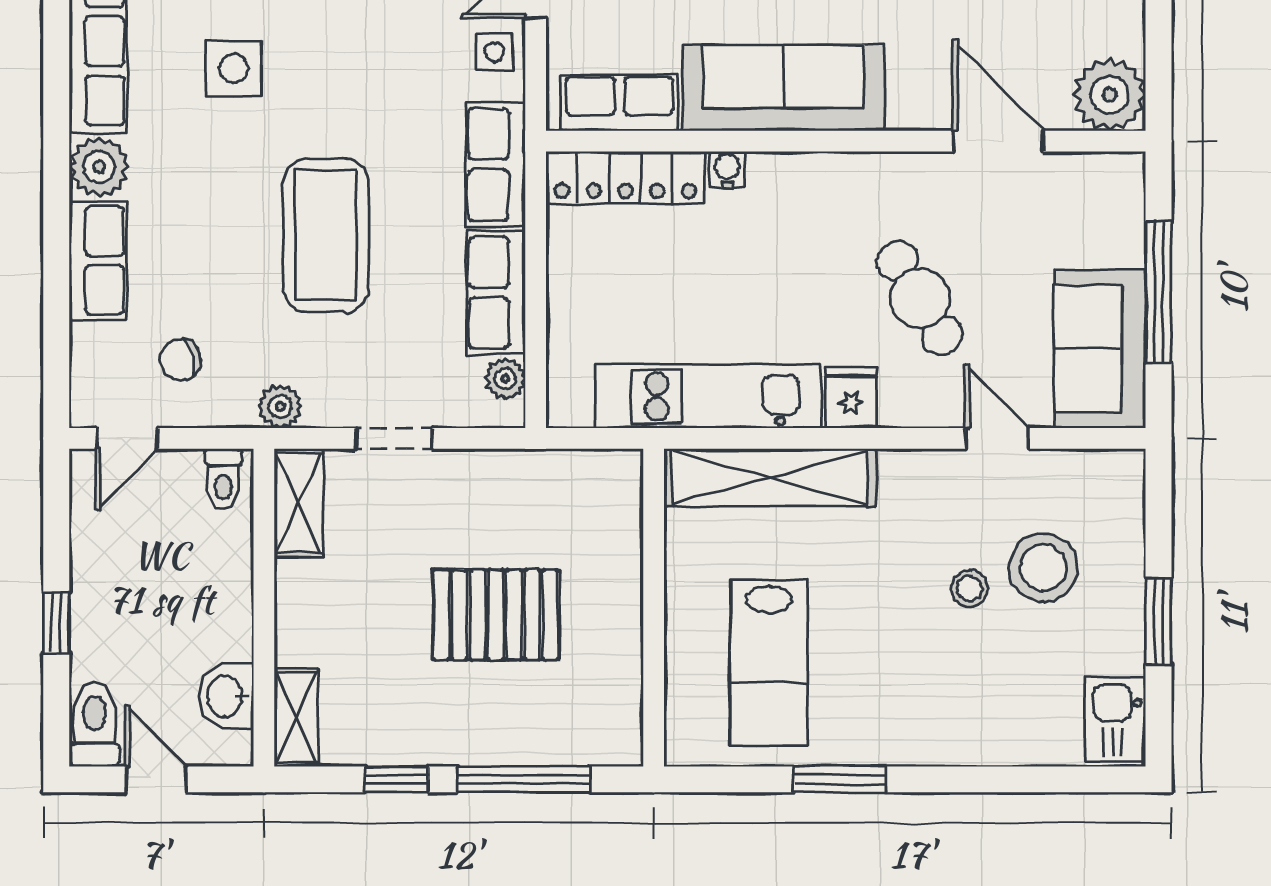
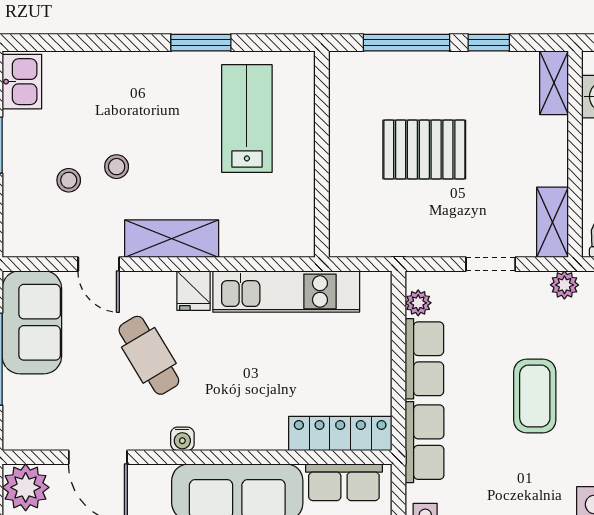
water cooler: (727, 170) -> (182, 439), moved
coffee table: (326, 235) -> (535, 396), width x0.73, depth x0.76
shelving: (770, 478) -> (172, 239), moved, width x0.68
stool: (1043, 568) -> (69, 180), width x0.53, depth x0.53

